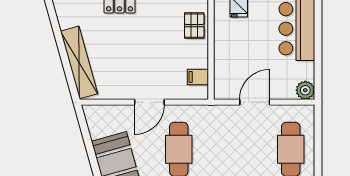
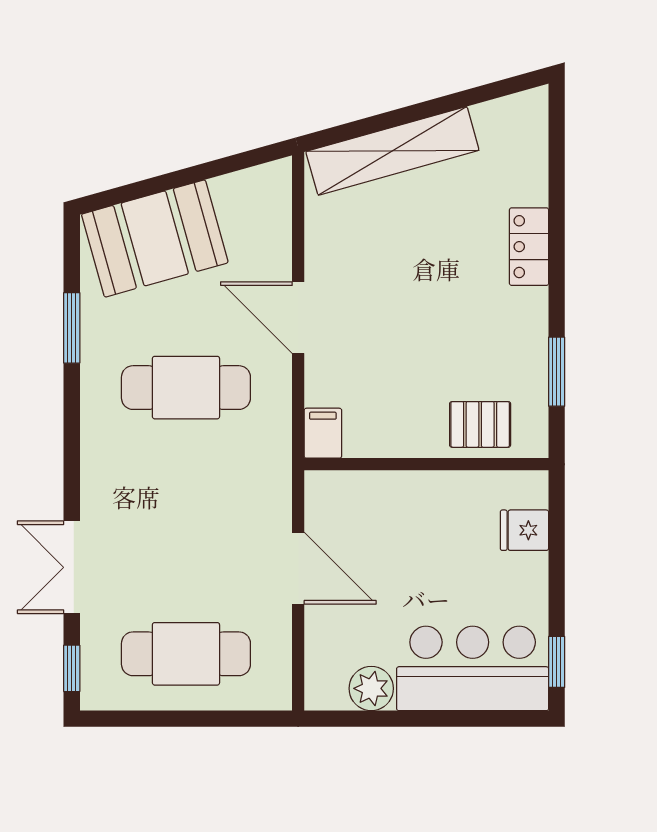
filing cabinet: (198, 77) -> (323, 433), moved
plant: (305, 90) -> (371, 688), moved

